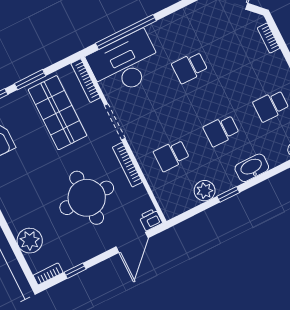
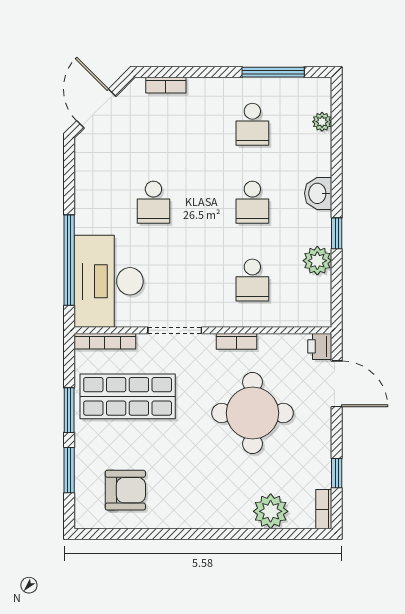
bookcase: (127, 165) -> (236, 341), width x0.64
washbasin: (252, 168) -> (318, 193), width x0.72

